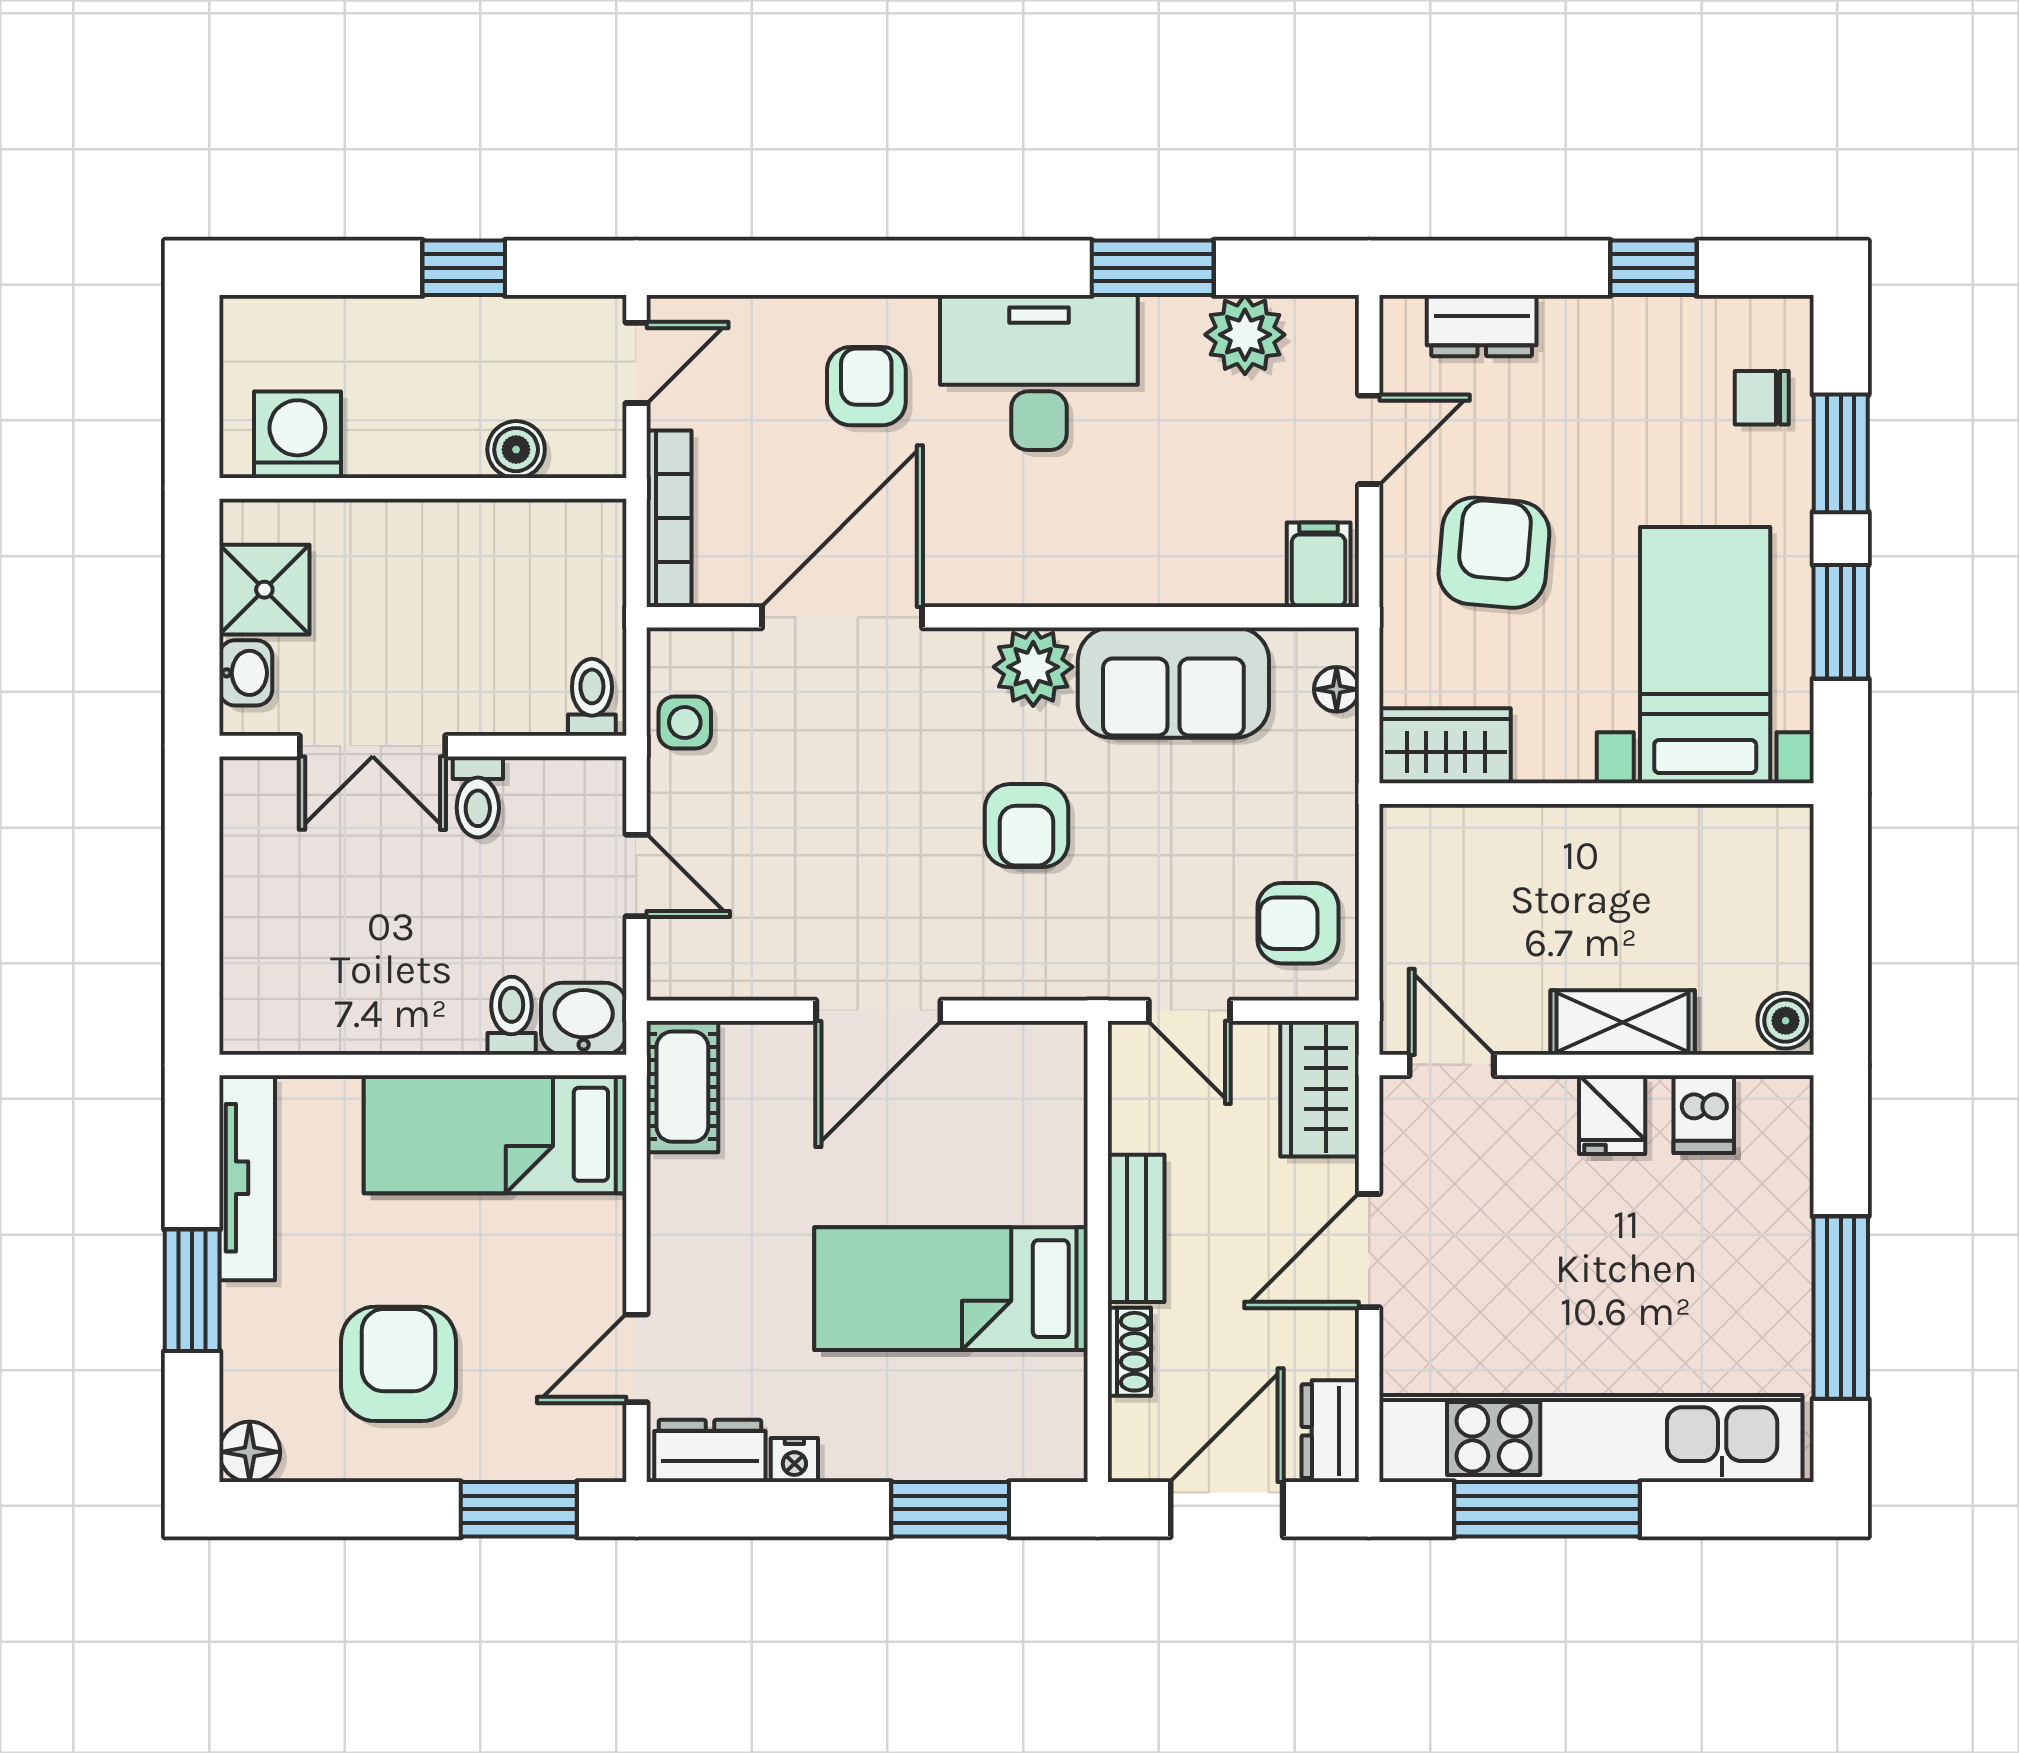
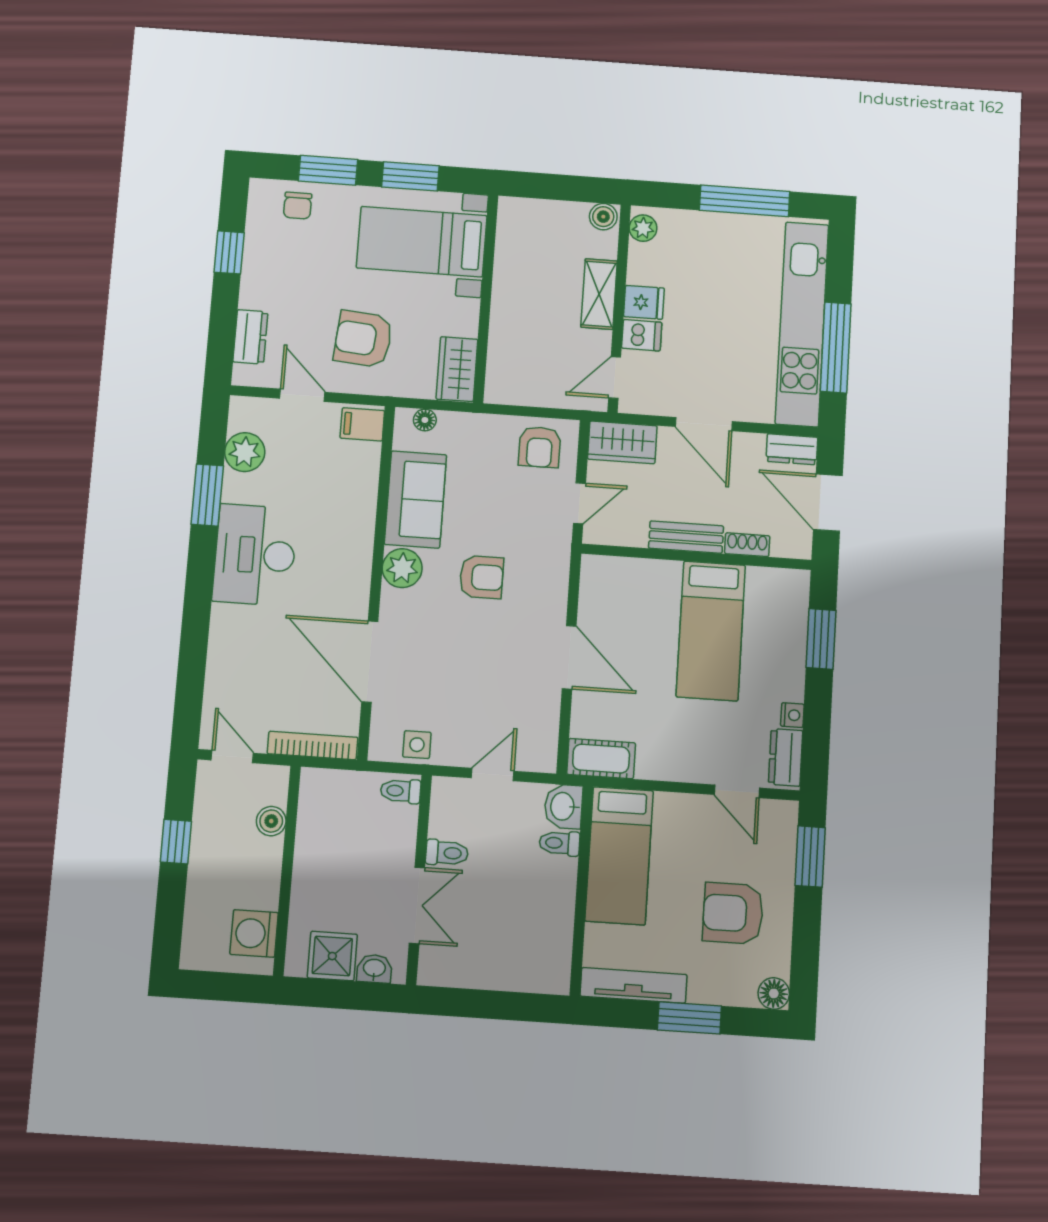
armchair: (866, 386) -> (254, 641), removed
plant: (1767, 1103) -> (643, 228), added
dishwasher: (1704, 1114) -> (642, 335), moved

